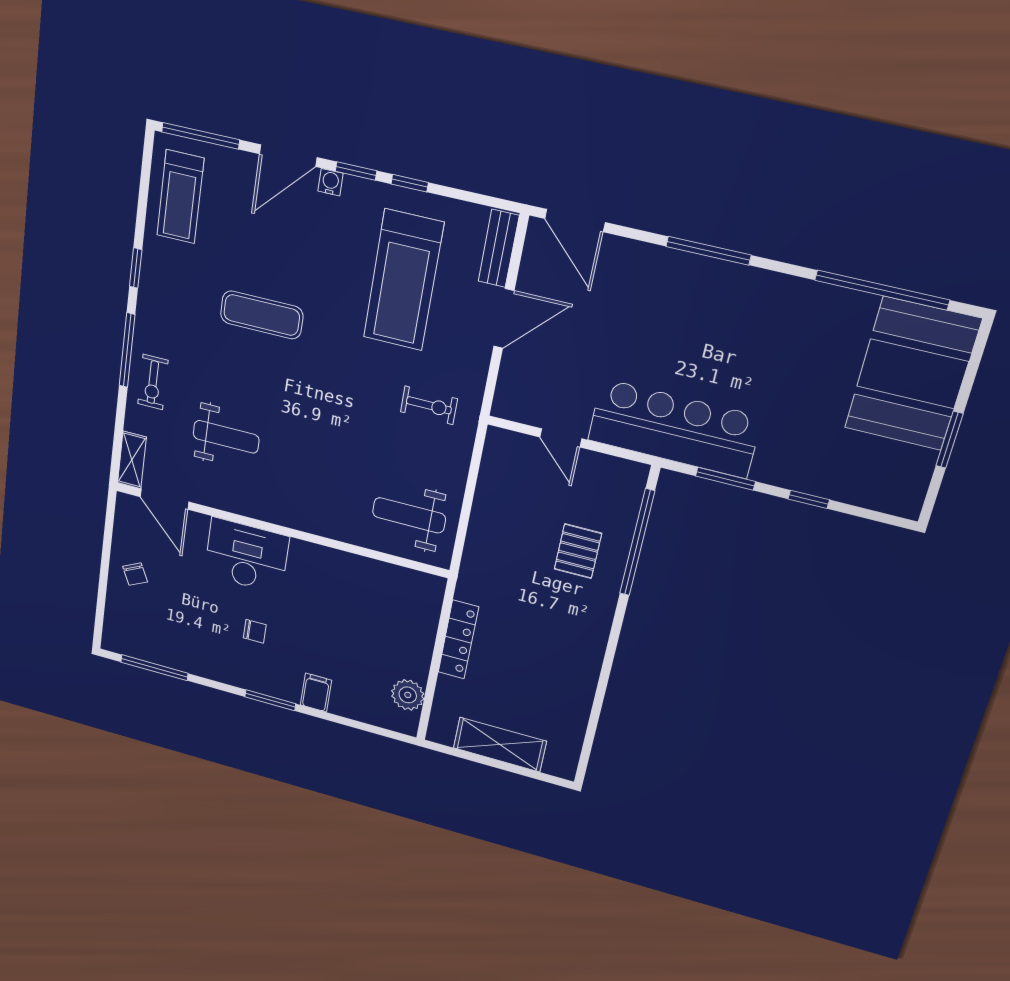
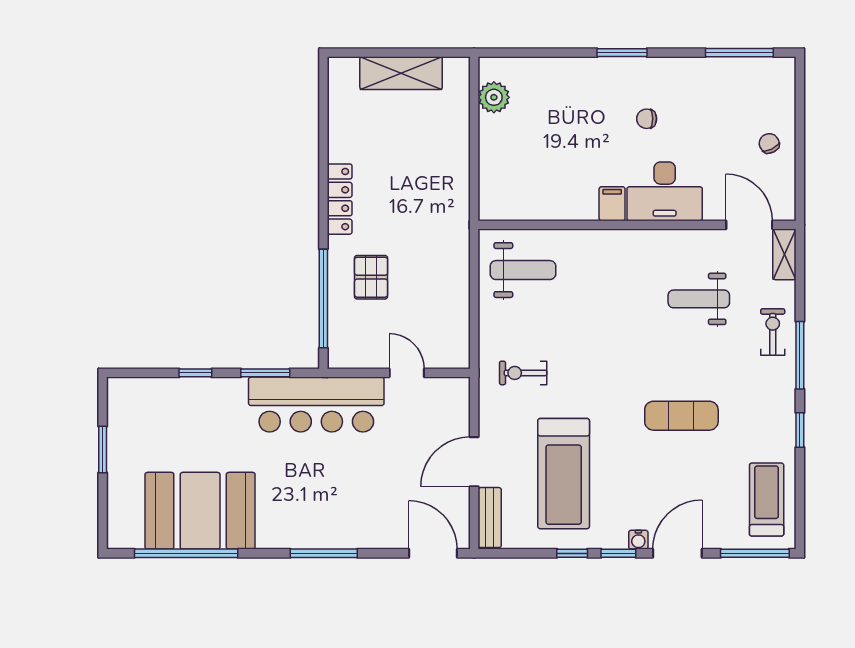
treadmill: (403, 280) -> (564, 474), turned 180
booth: (912, 374) -> (200, 511), moved, turned 90
locker: (458, 640) -> (340, 199), moved, turned 180
filing cabinet: (316, 693) -> (612, 204), moved, turned 180

